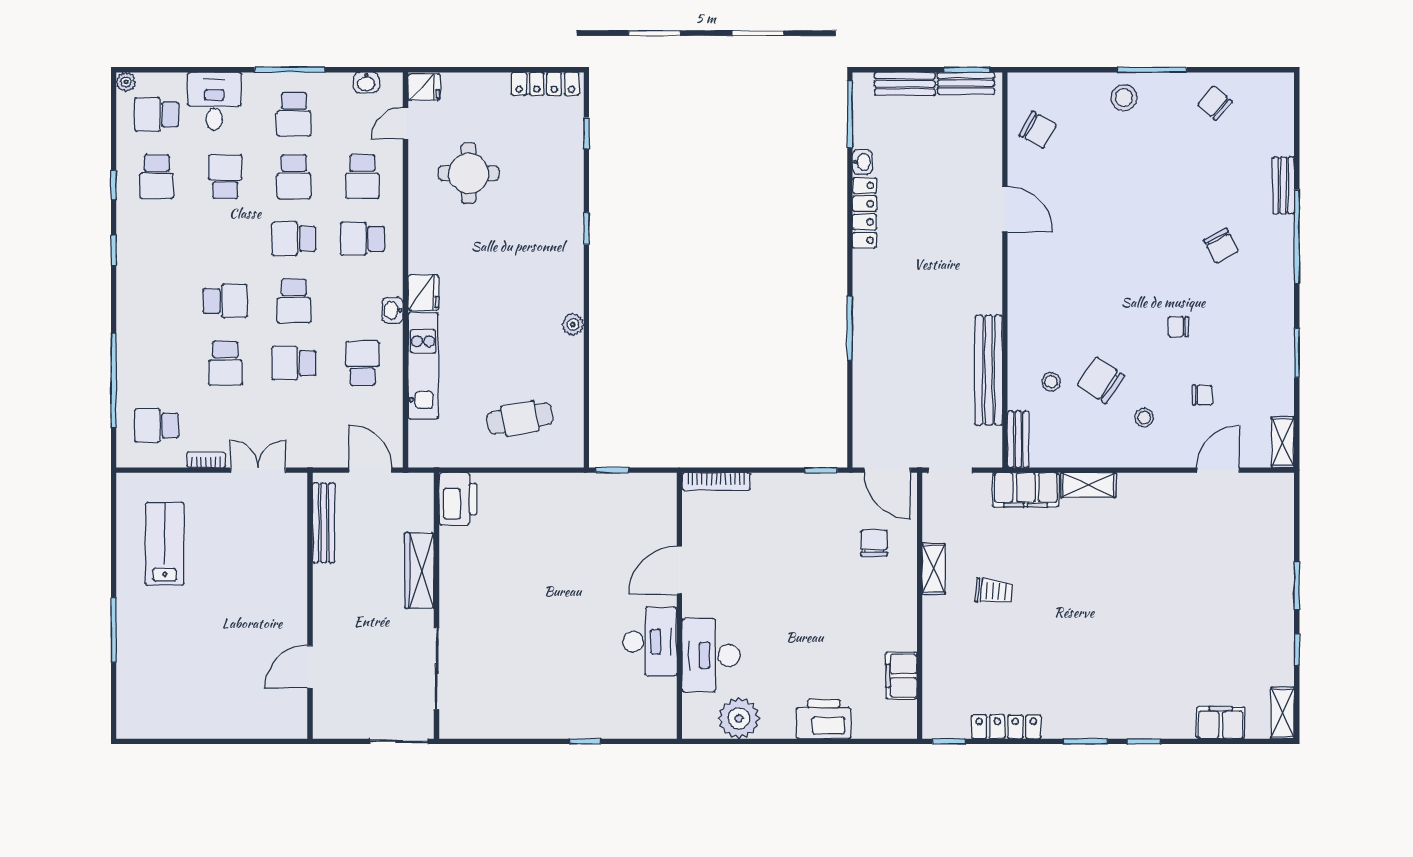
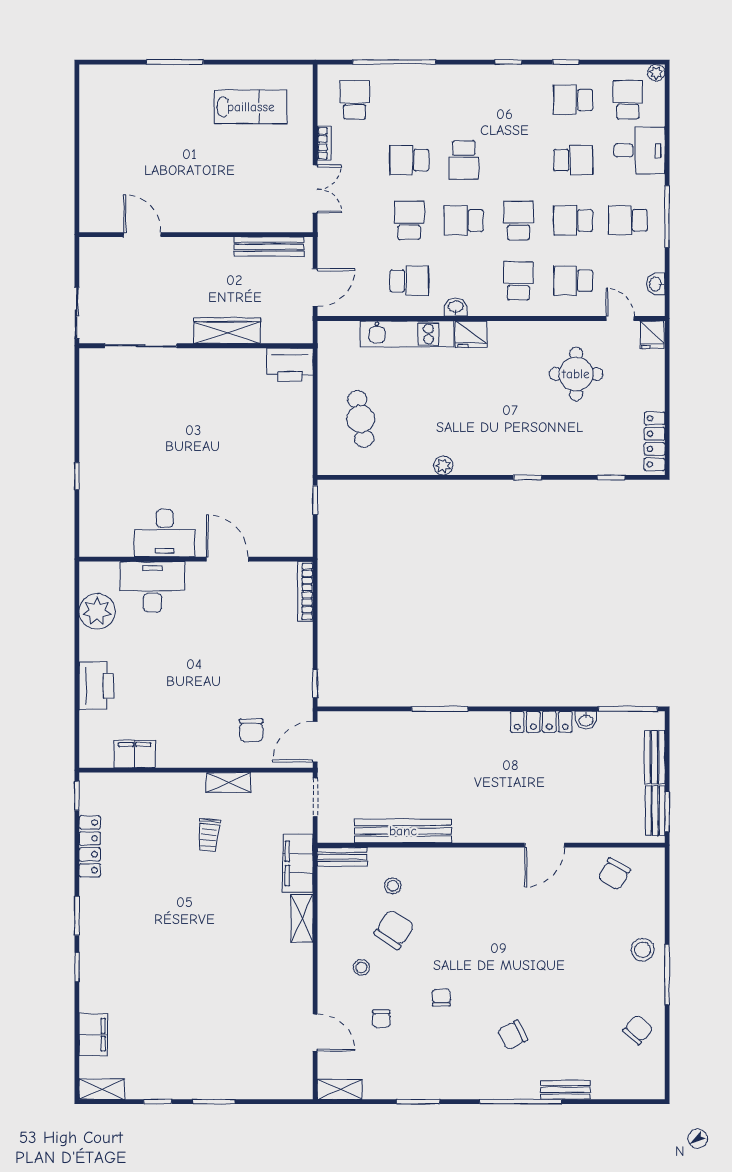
chair: (874, 543) -> (251, 730), turned 90

